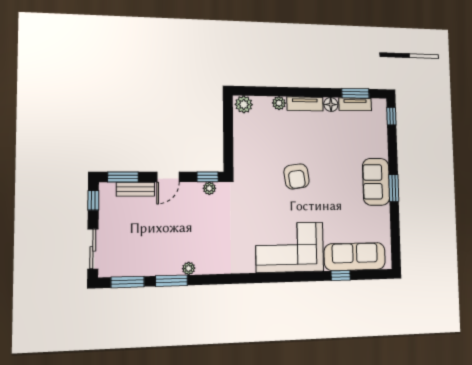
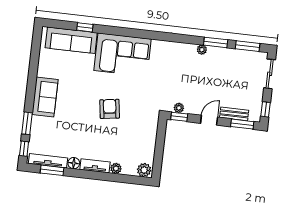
tv unit: (355, 104) -> (48, 161), width x1.41
window: (394, 188) -> (27, 123), moved

